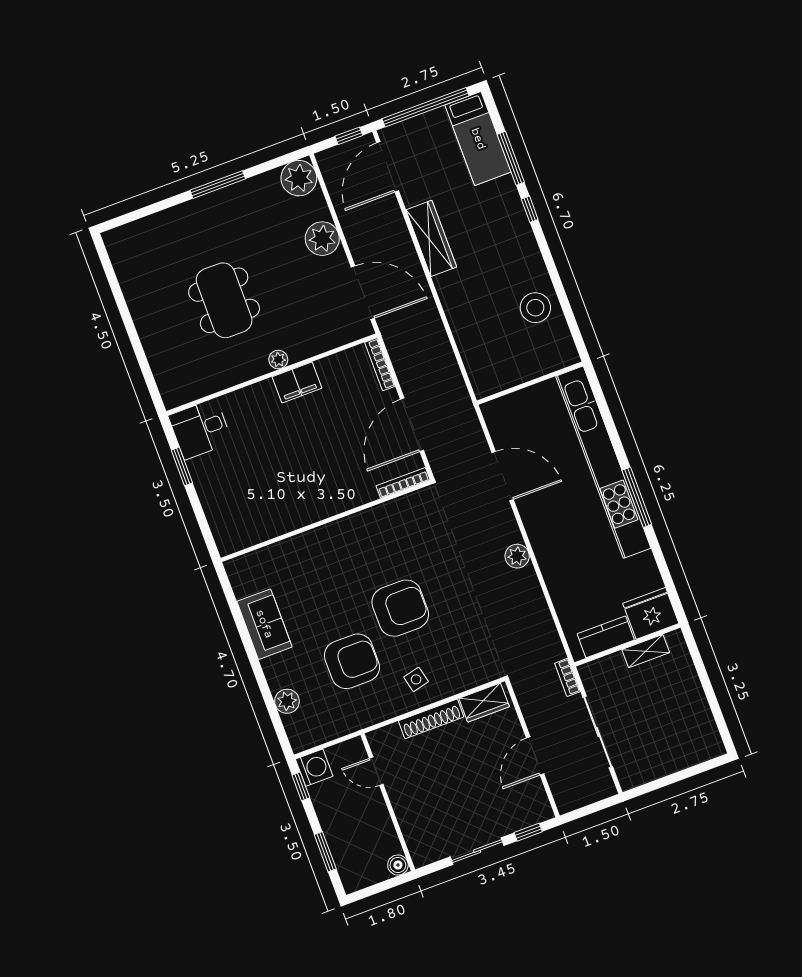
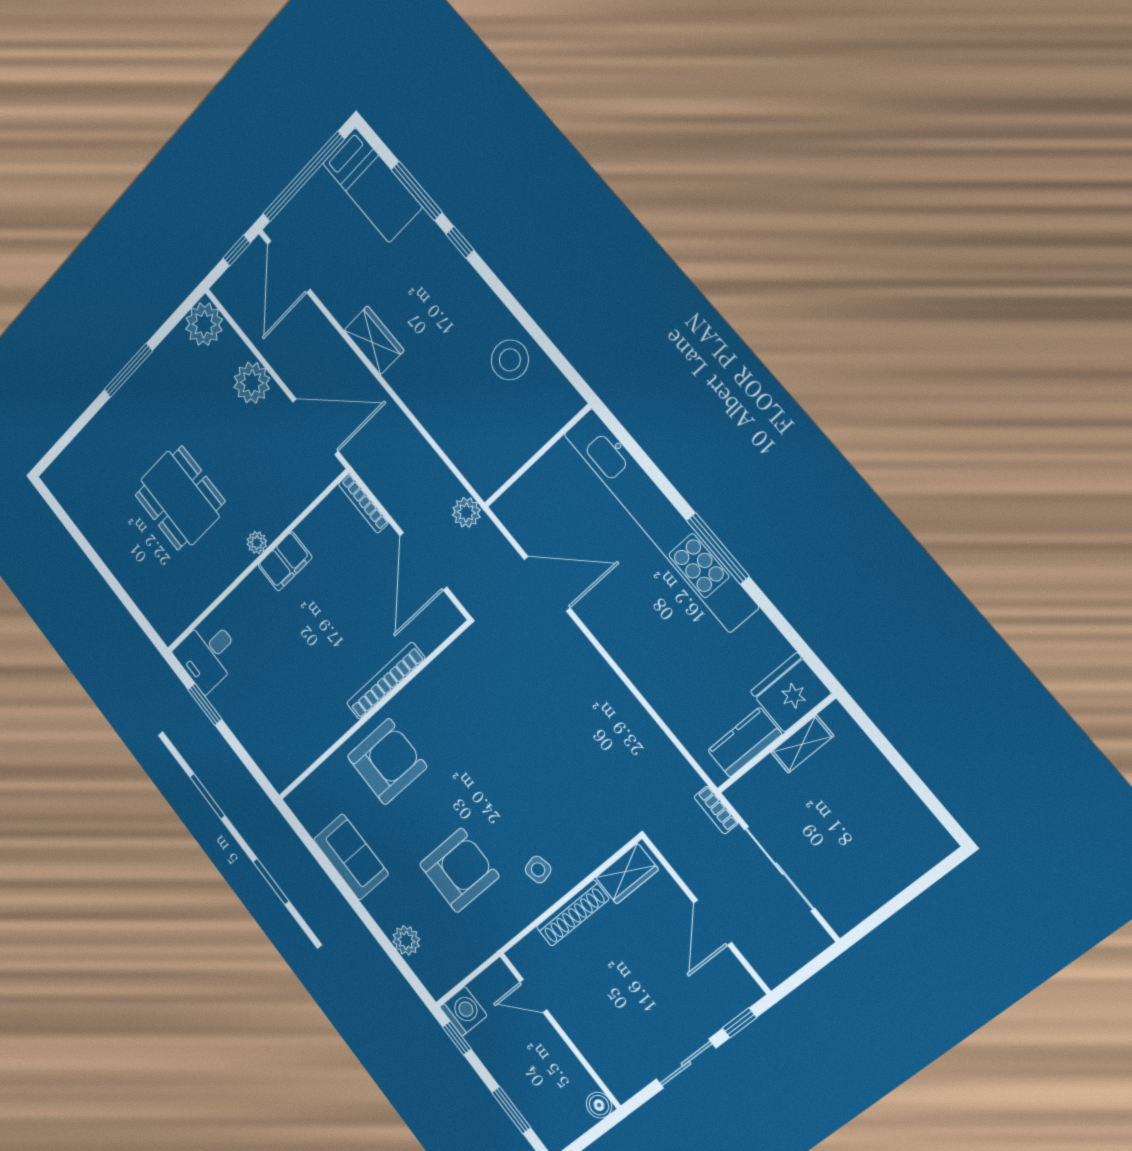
wardrobe: (431, 238) -> (374, 340), width x0.67
bookcase: (403, 483) -> (386, 681), moved, width x1.48, depth x1.31
plant: (517, 556) -> (466, 512), moved
armchair: (400, 608) -> (387, 762), moved

